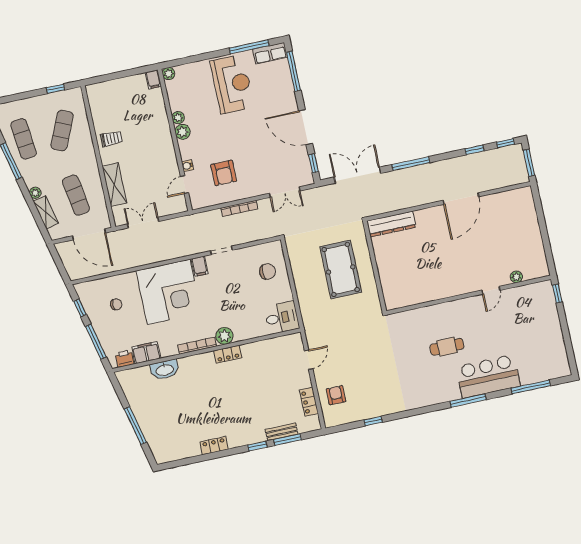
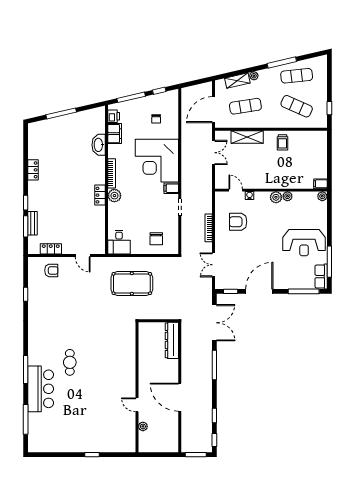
pool table: (341, 269) -> (132, 284), moved
plant: (516, 277) -> (143, 426), moved
door: (491, 290) -> (137, 405), moved
wall: (469, 295) -> (137, 387), moved

